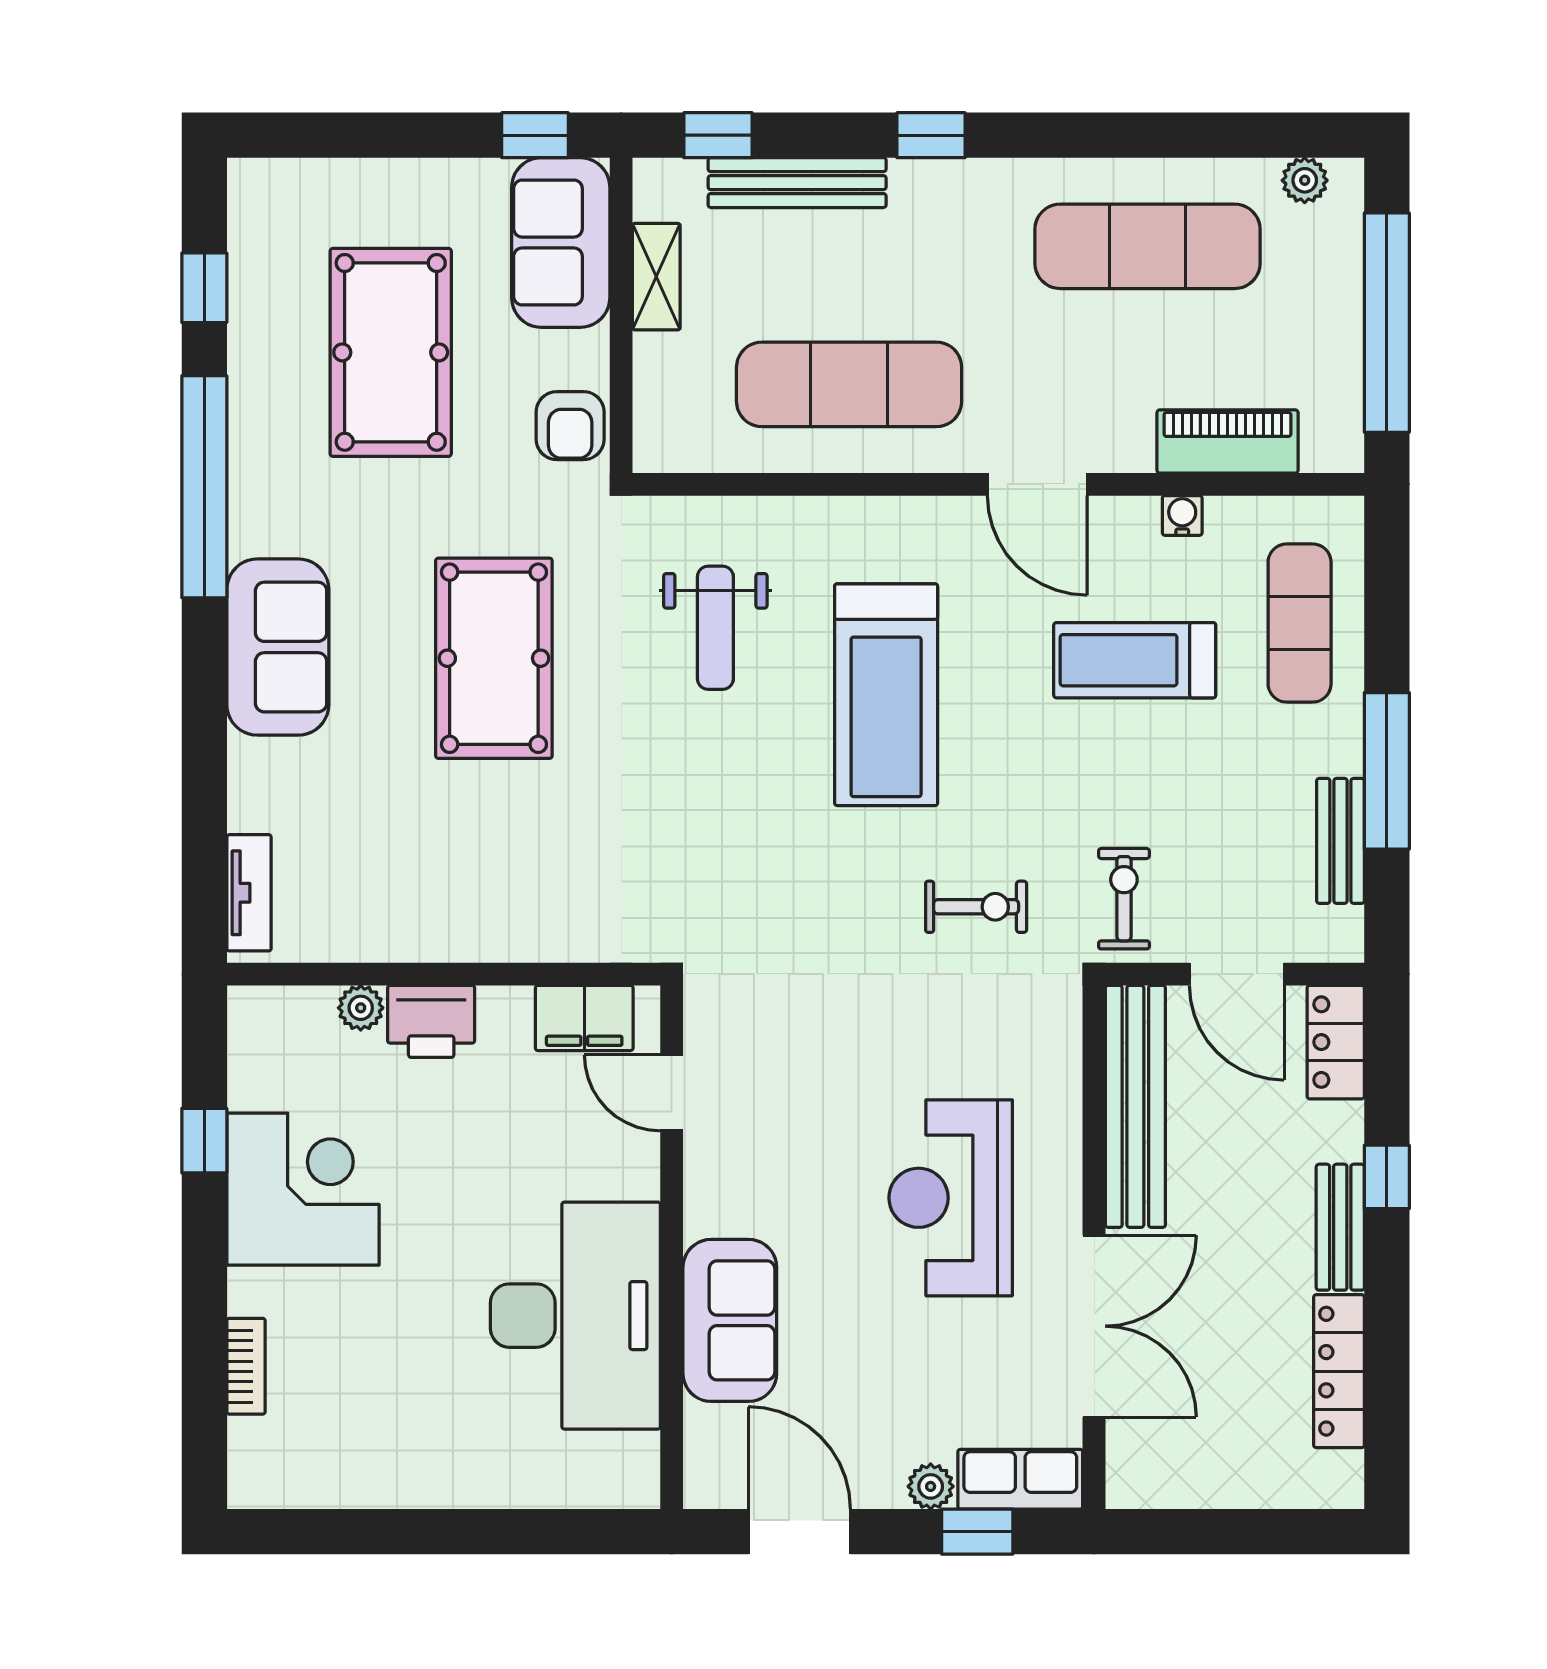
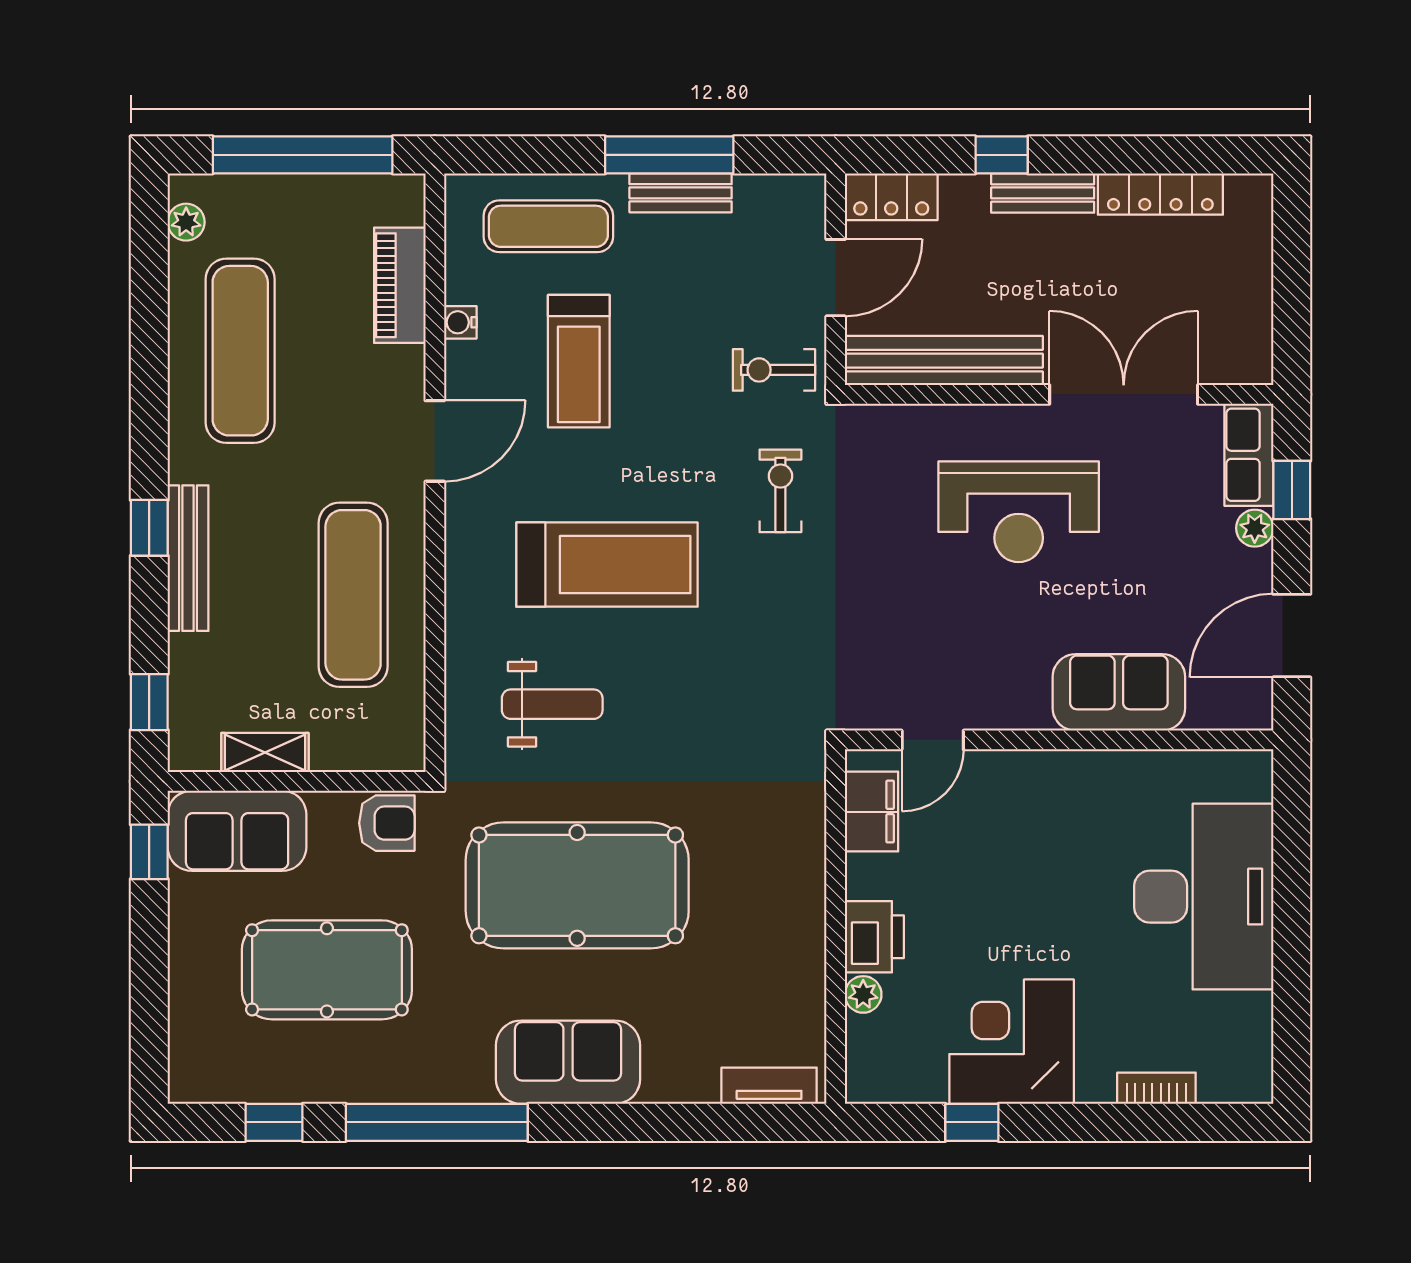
bench: (797, 183) -> (188, 558), moved
pool table: (494, 658) -> (577, 885), width x1.36, depth x1.32
bench: (1340, 841) -> (681, 193), moved
desk: (575, 1316) -> (1204, 897), moved, turned 90

